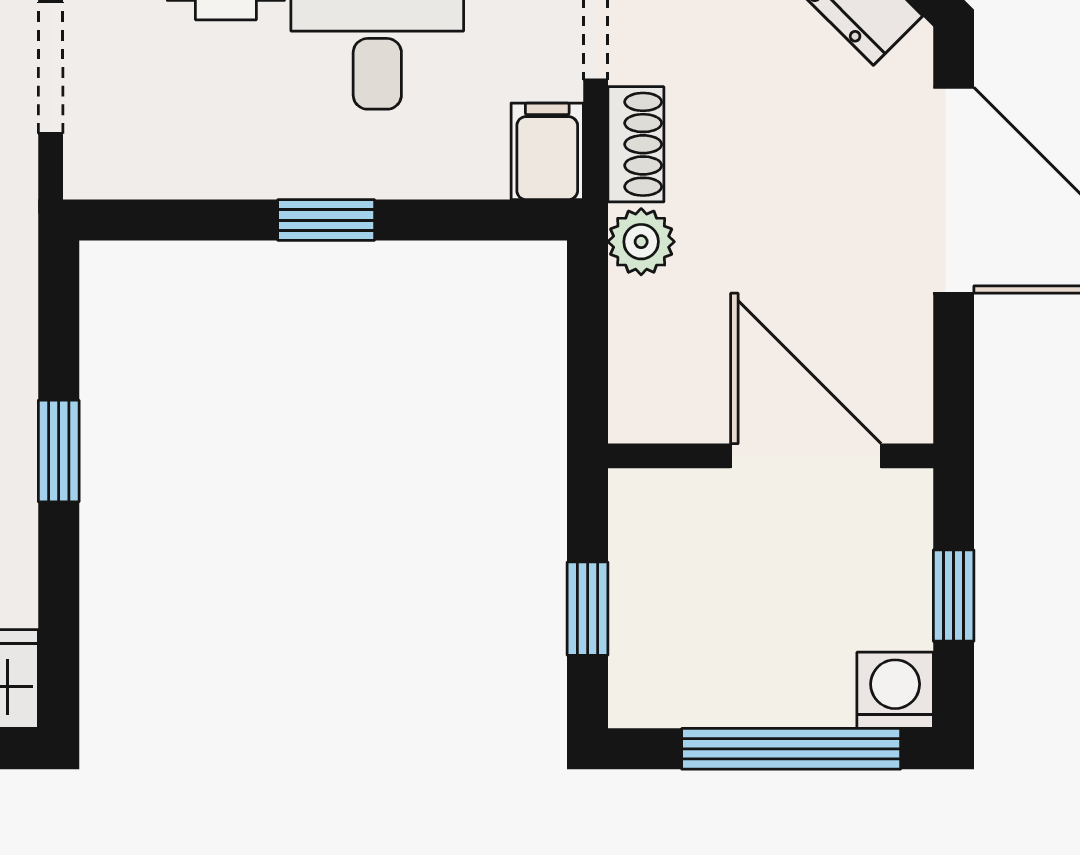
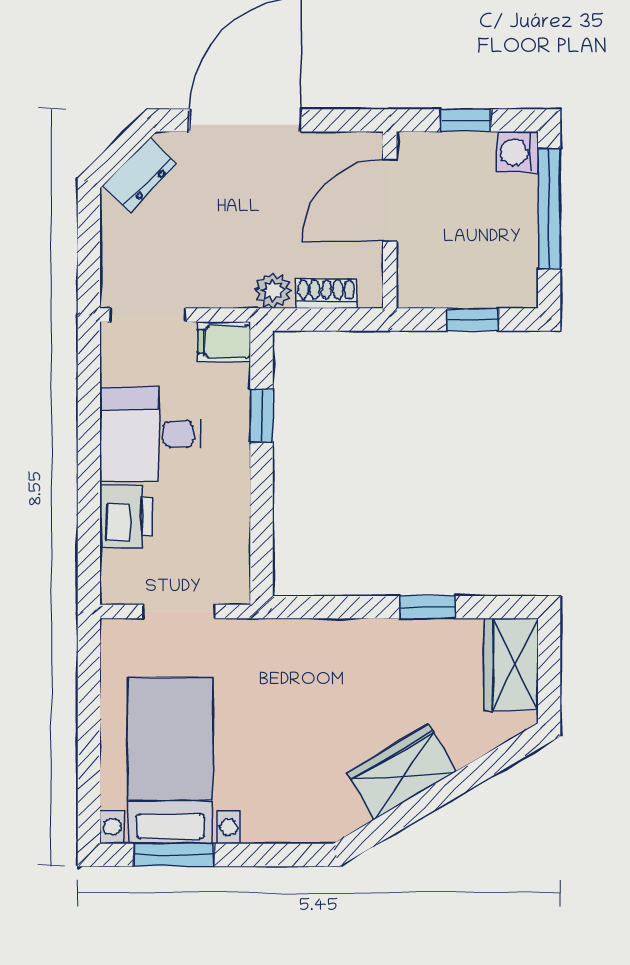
shoe rack: (636, 144) -> (326, 293), moved
window: (326, 220) -> (262, 416), moved
window: (59, 451) -> (427, 607), moved

